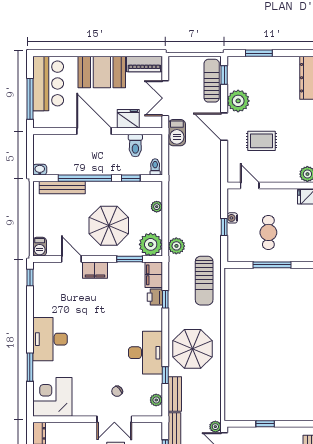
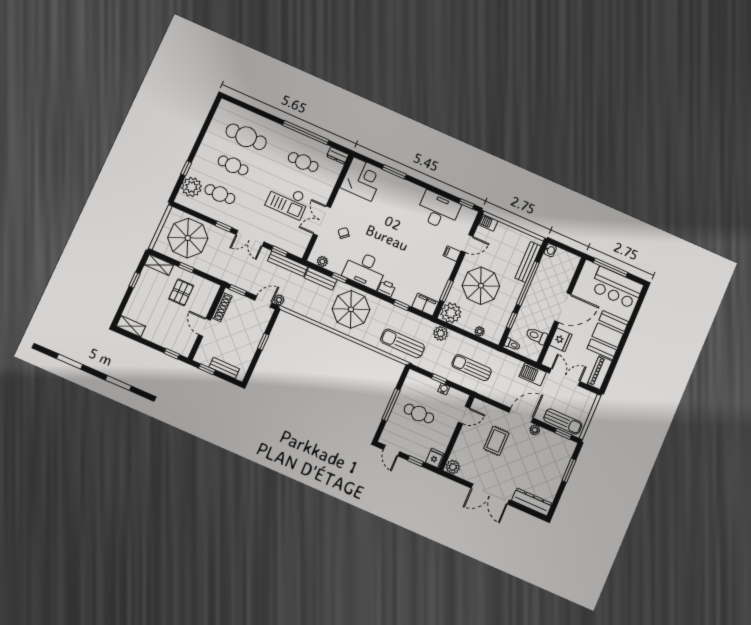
plant: (238, 101) -> (535, 430), width x0.53, depth x0.53
sun lounger: (198, 199) -> (472, 368), added
filing cabinet: (95, 270) -> (452, 254), width x0.50
printer: (155, 297) -> (387, 288), moved
desk: (50, 339) -> (438, 210), moved

